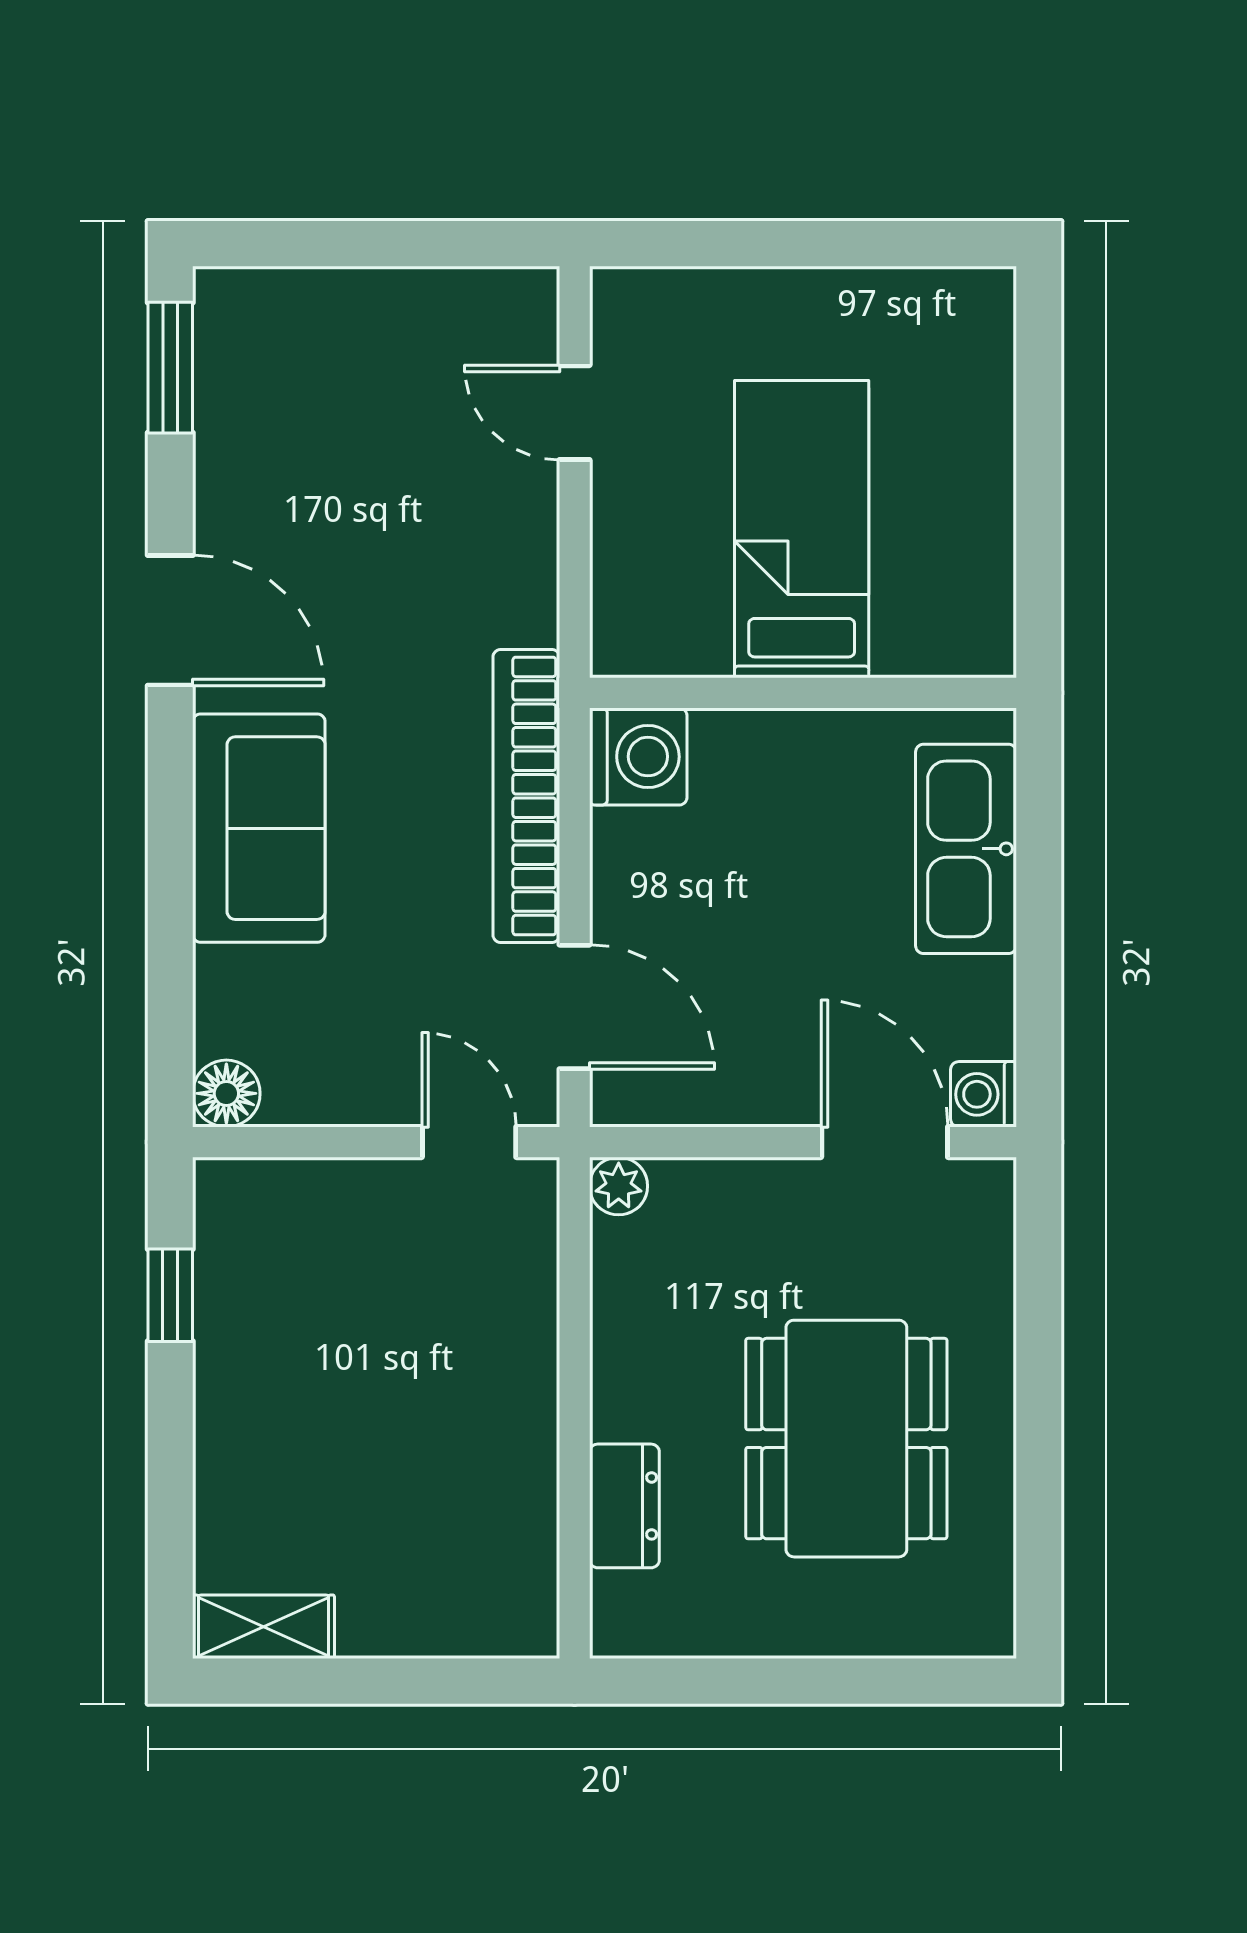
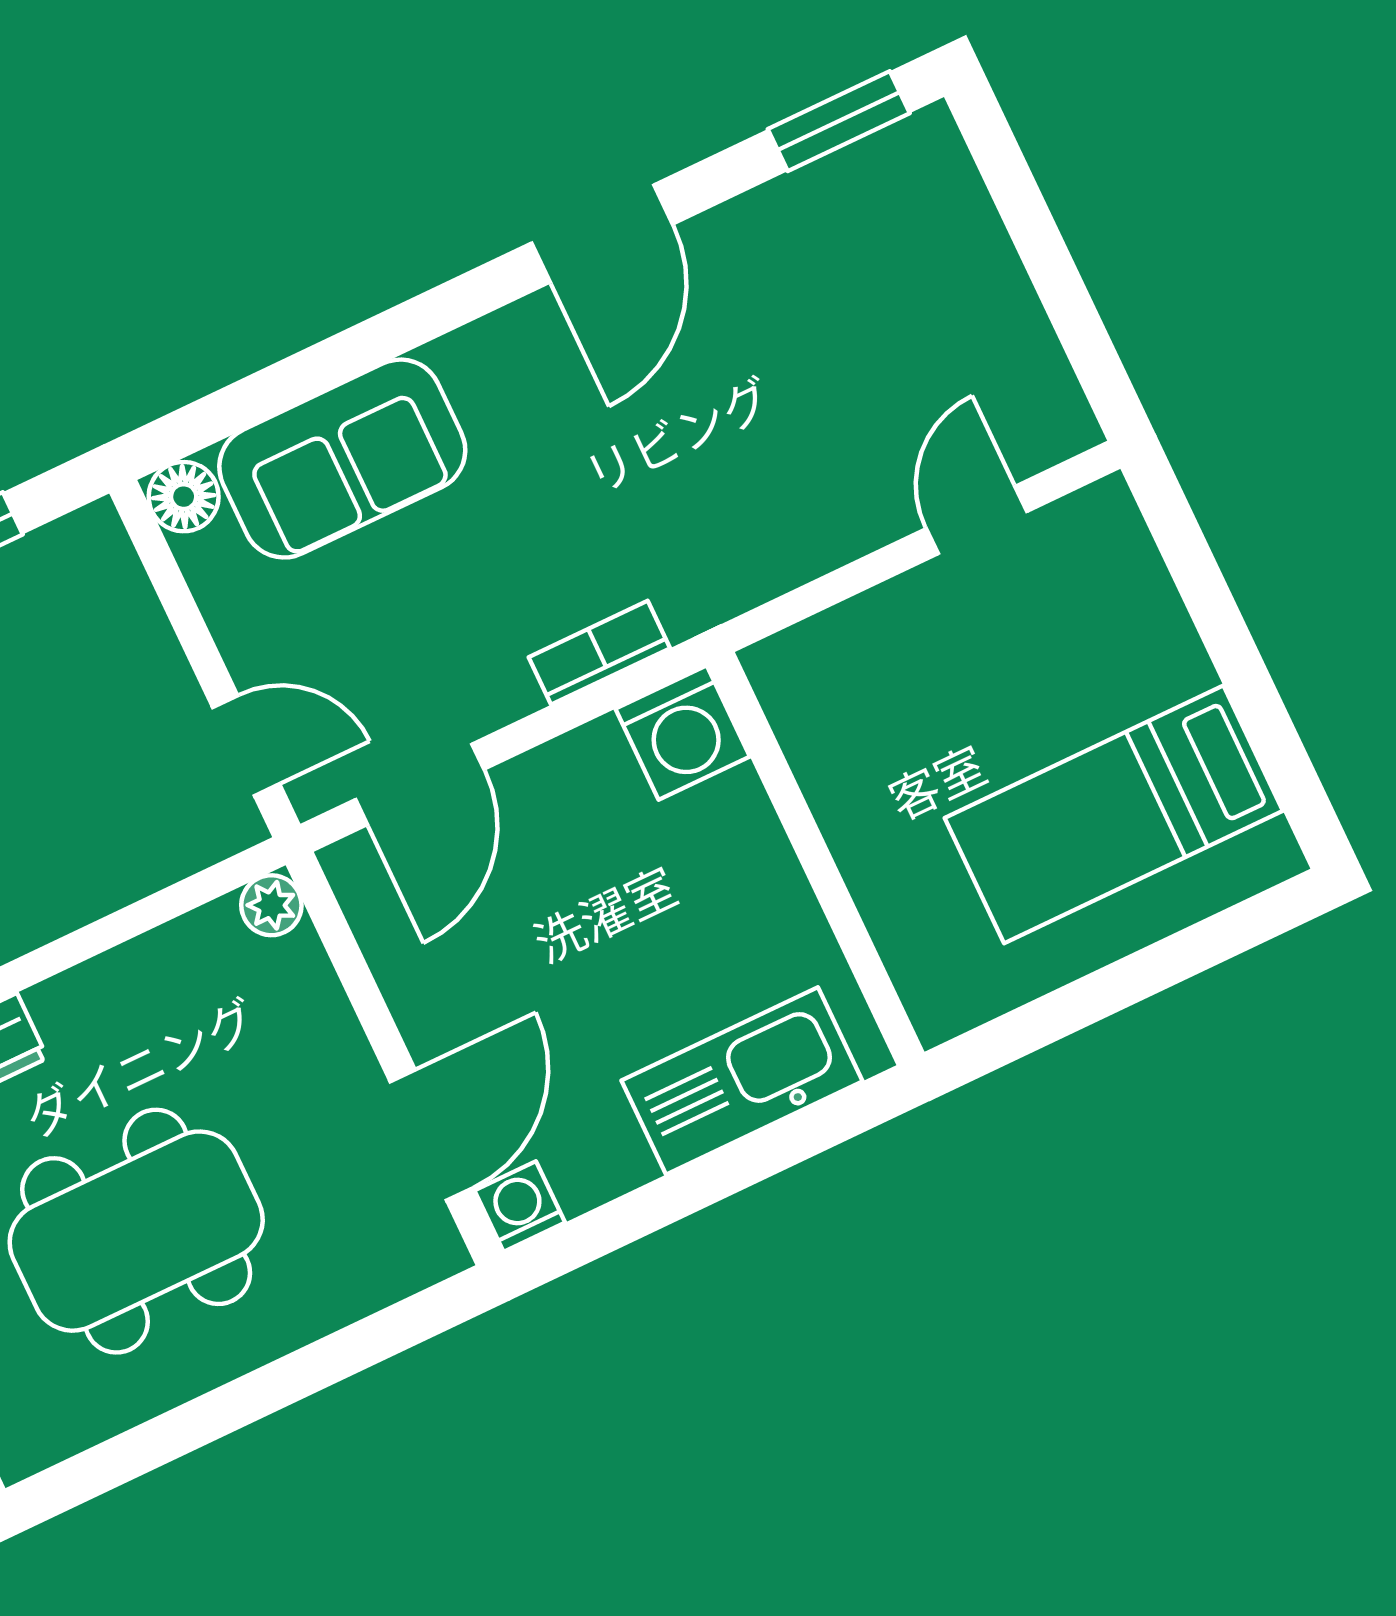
bed: (802, 529) -> (1114, 814), moved, turned 180
bookcase: (526, 796) -> (599, 653), width x0.43, depth x0.76
sofa: (259, 828) -> (342, 459), moved
door: (469, 1142) -> (246, 746), hinge flipped

